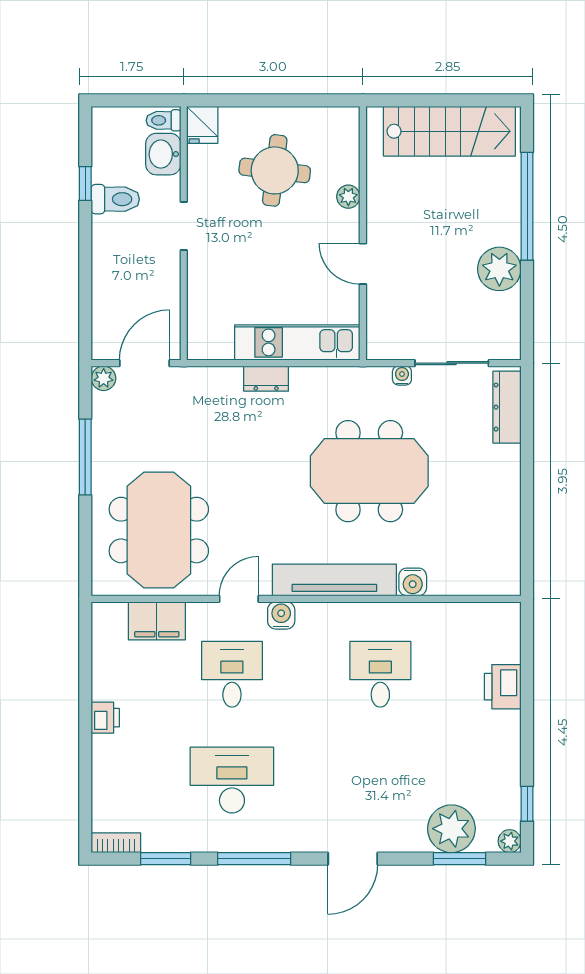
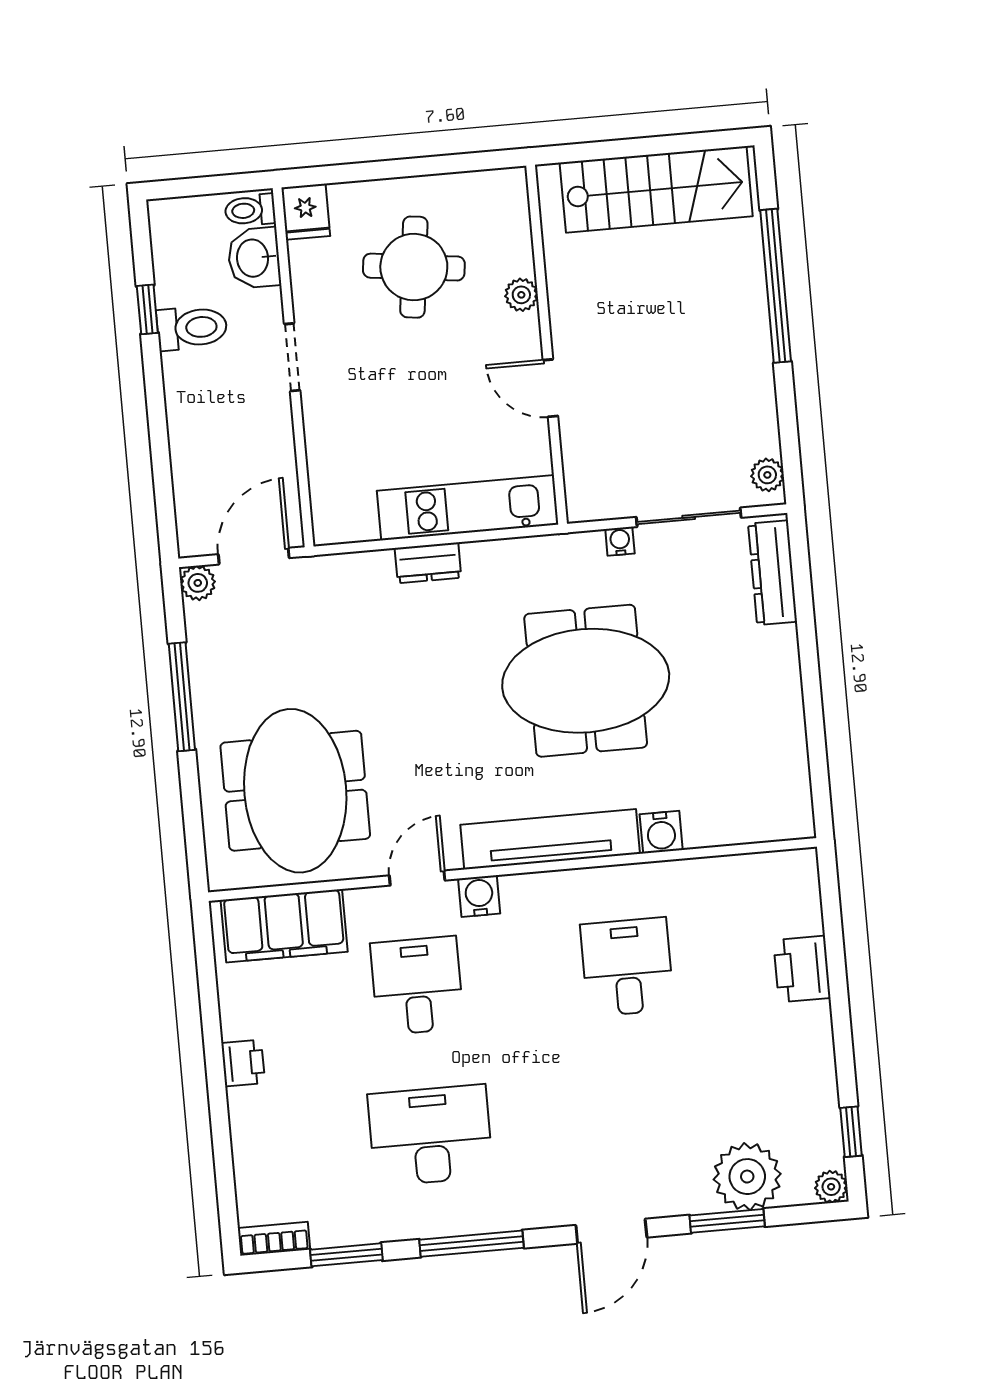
plant: (499, 269) -> (767, 475), moved, width x0.53, depth x0.53
filing cabinet: (157, 621) -> (284, 926), width x1.50, depth x1.17
window: (460, 859) -> (727, 1221), moved

